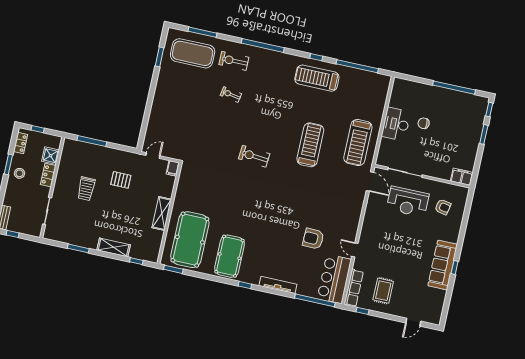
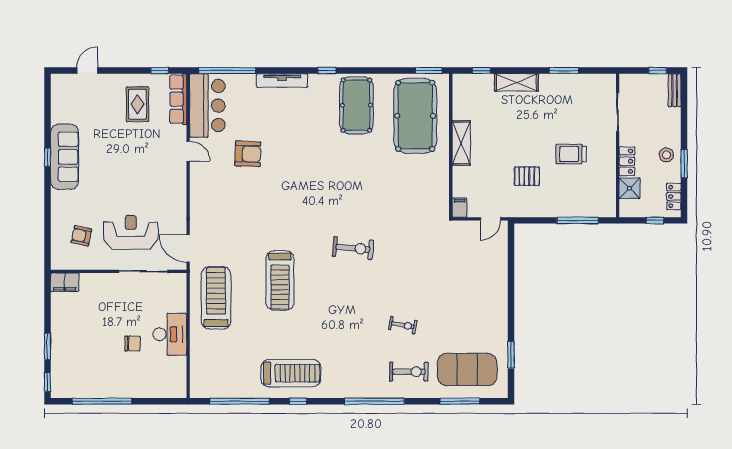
trolley: (86, 189) -> (571, 154), turned -90

